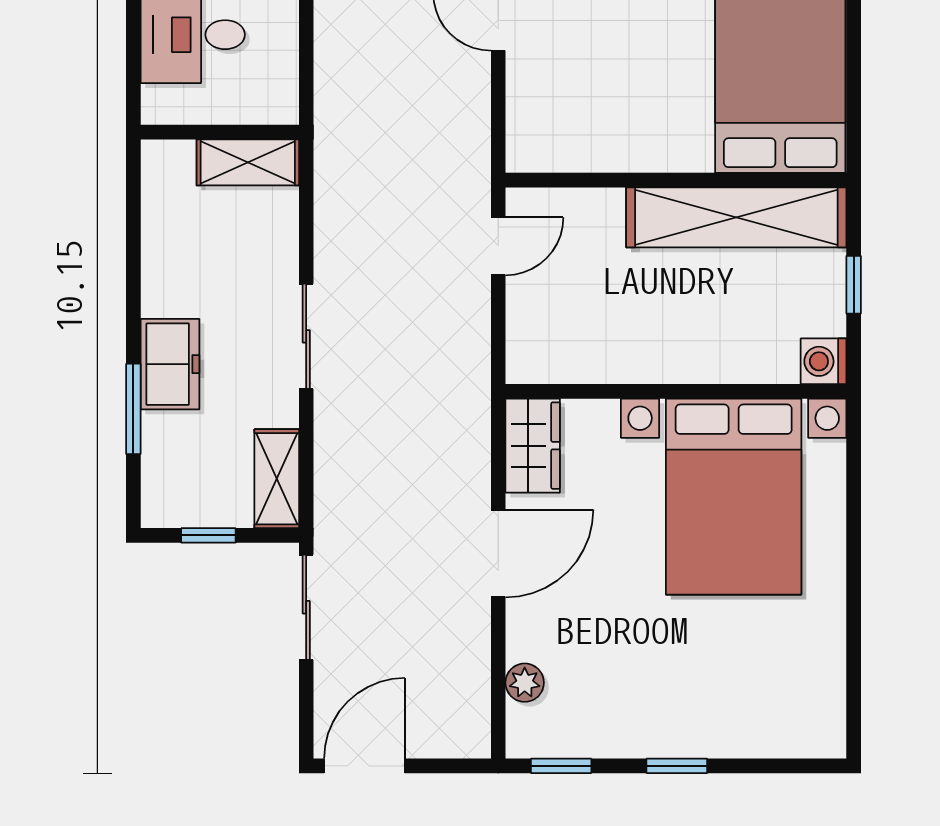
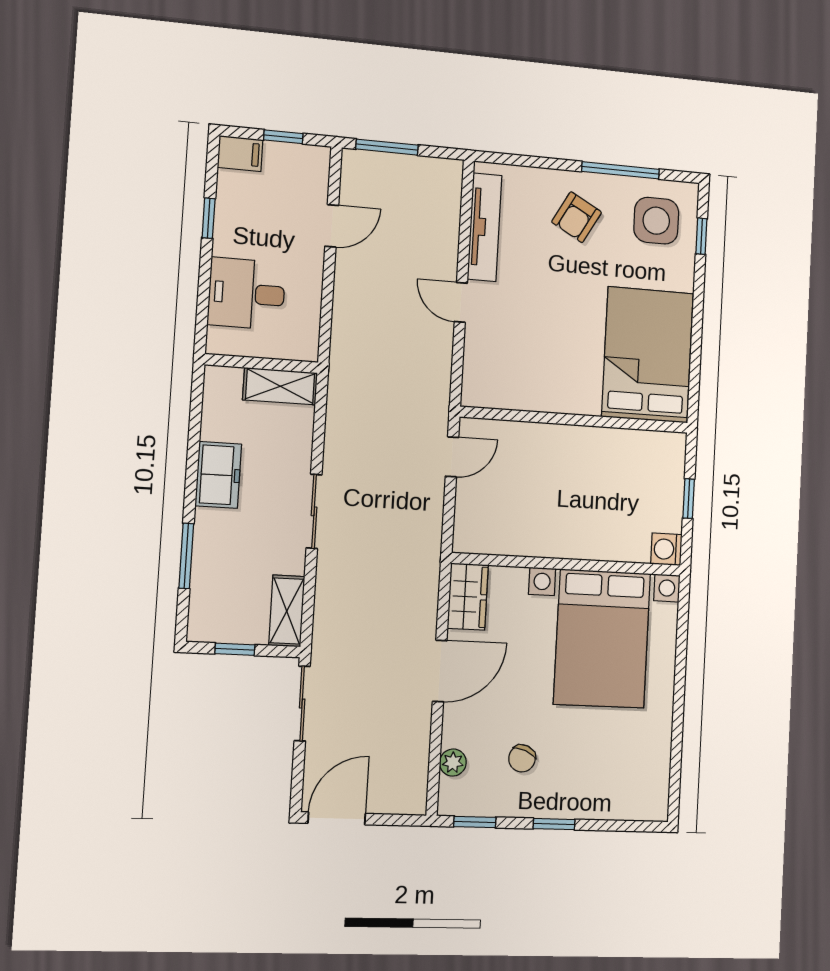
shelving: (736, 217) -> (614, 448), removed
freezer: (170, 364) -> (218, 475), moved
chair: (625, 674) -> (522, 758), added

